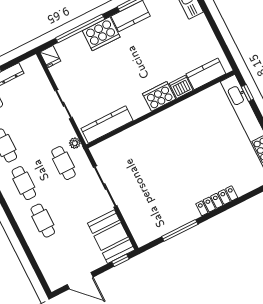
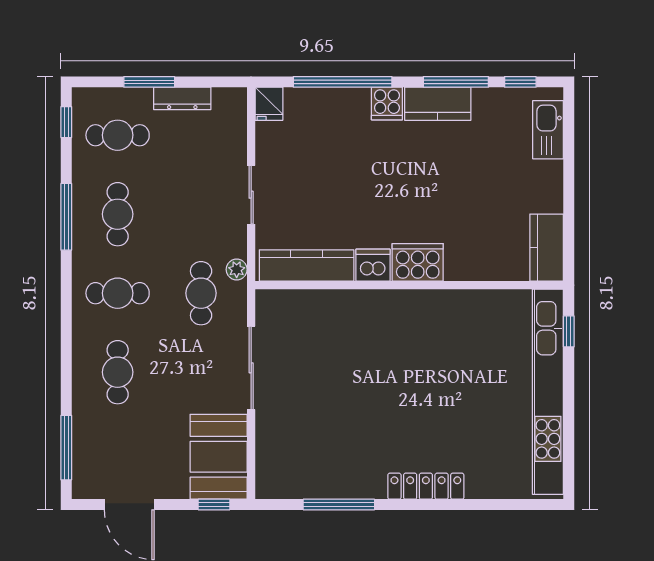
cooker: (101, 34) -> (387, 104), width x0.53, depth x0.76
kitchen counter: (206, 74) -> (547, 248), moved, turned -90
dishwasher: (181, 87) -> (373, 265), moved
cafe table: (24, 183) -> (118, 293), turned 90
window: (36, 269) -> (66, 448), added

